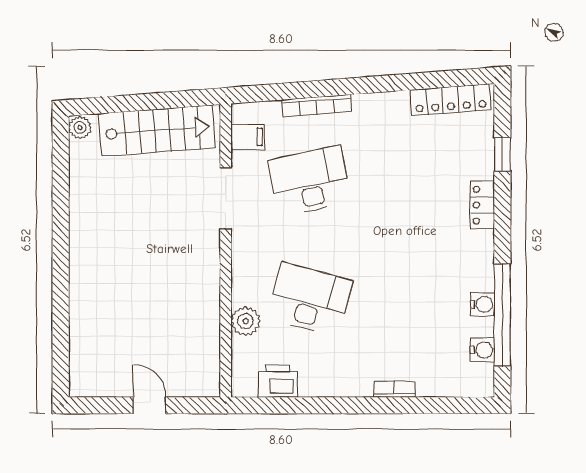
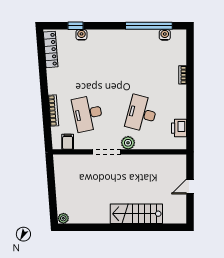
stairs: (157, 131) -> (136, 214), moved, turned -86
doorway: (226, 198) -> (107, 152), moved
locker: (482, 205) -> (99, 35), removed
water cooler: (482, 304) -> (81, 35), moved
plant: (246, 321) -> (128, 143), moved

